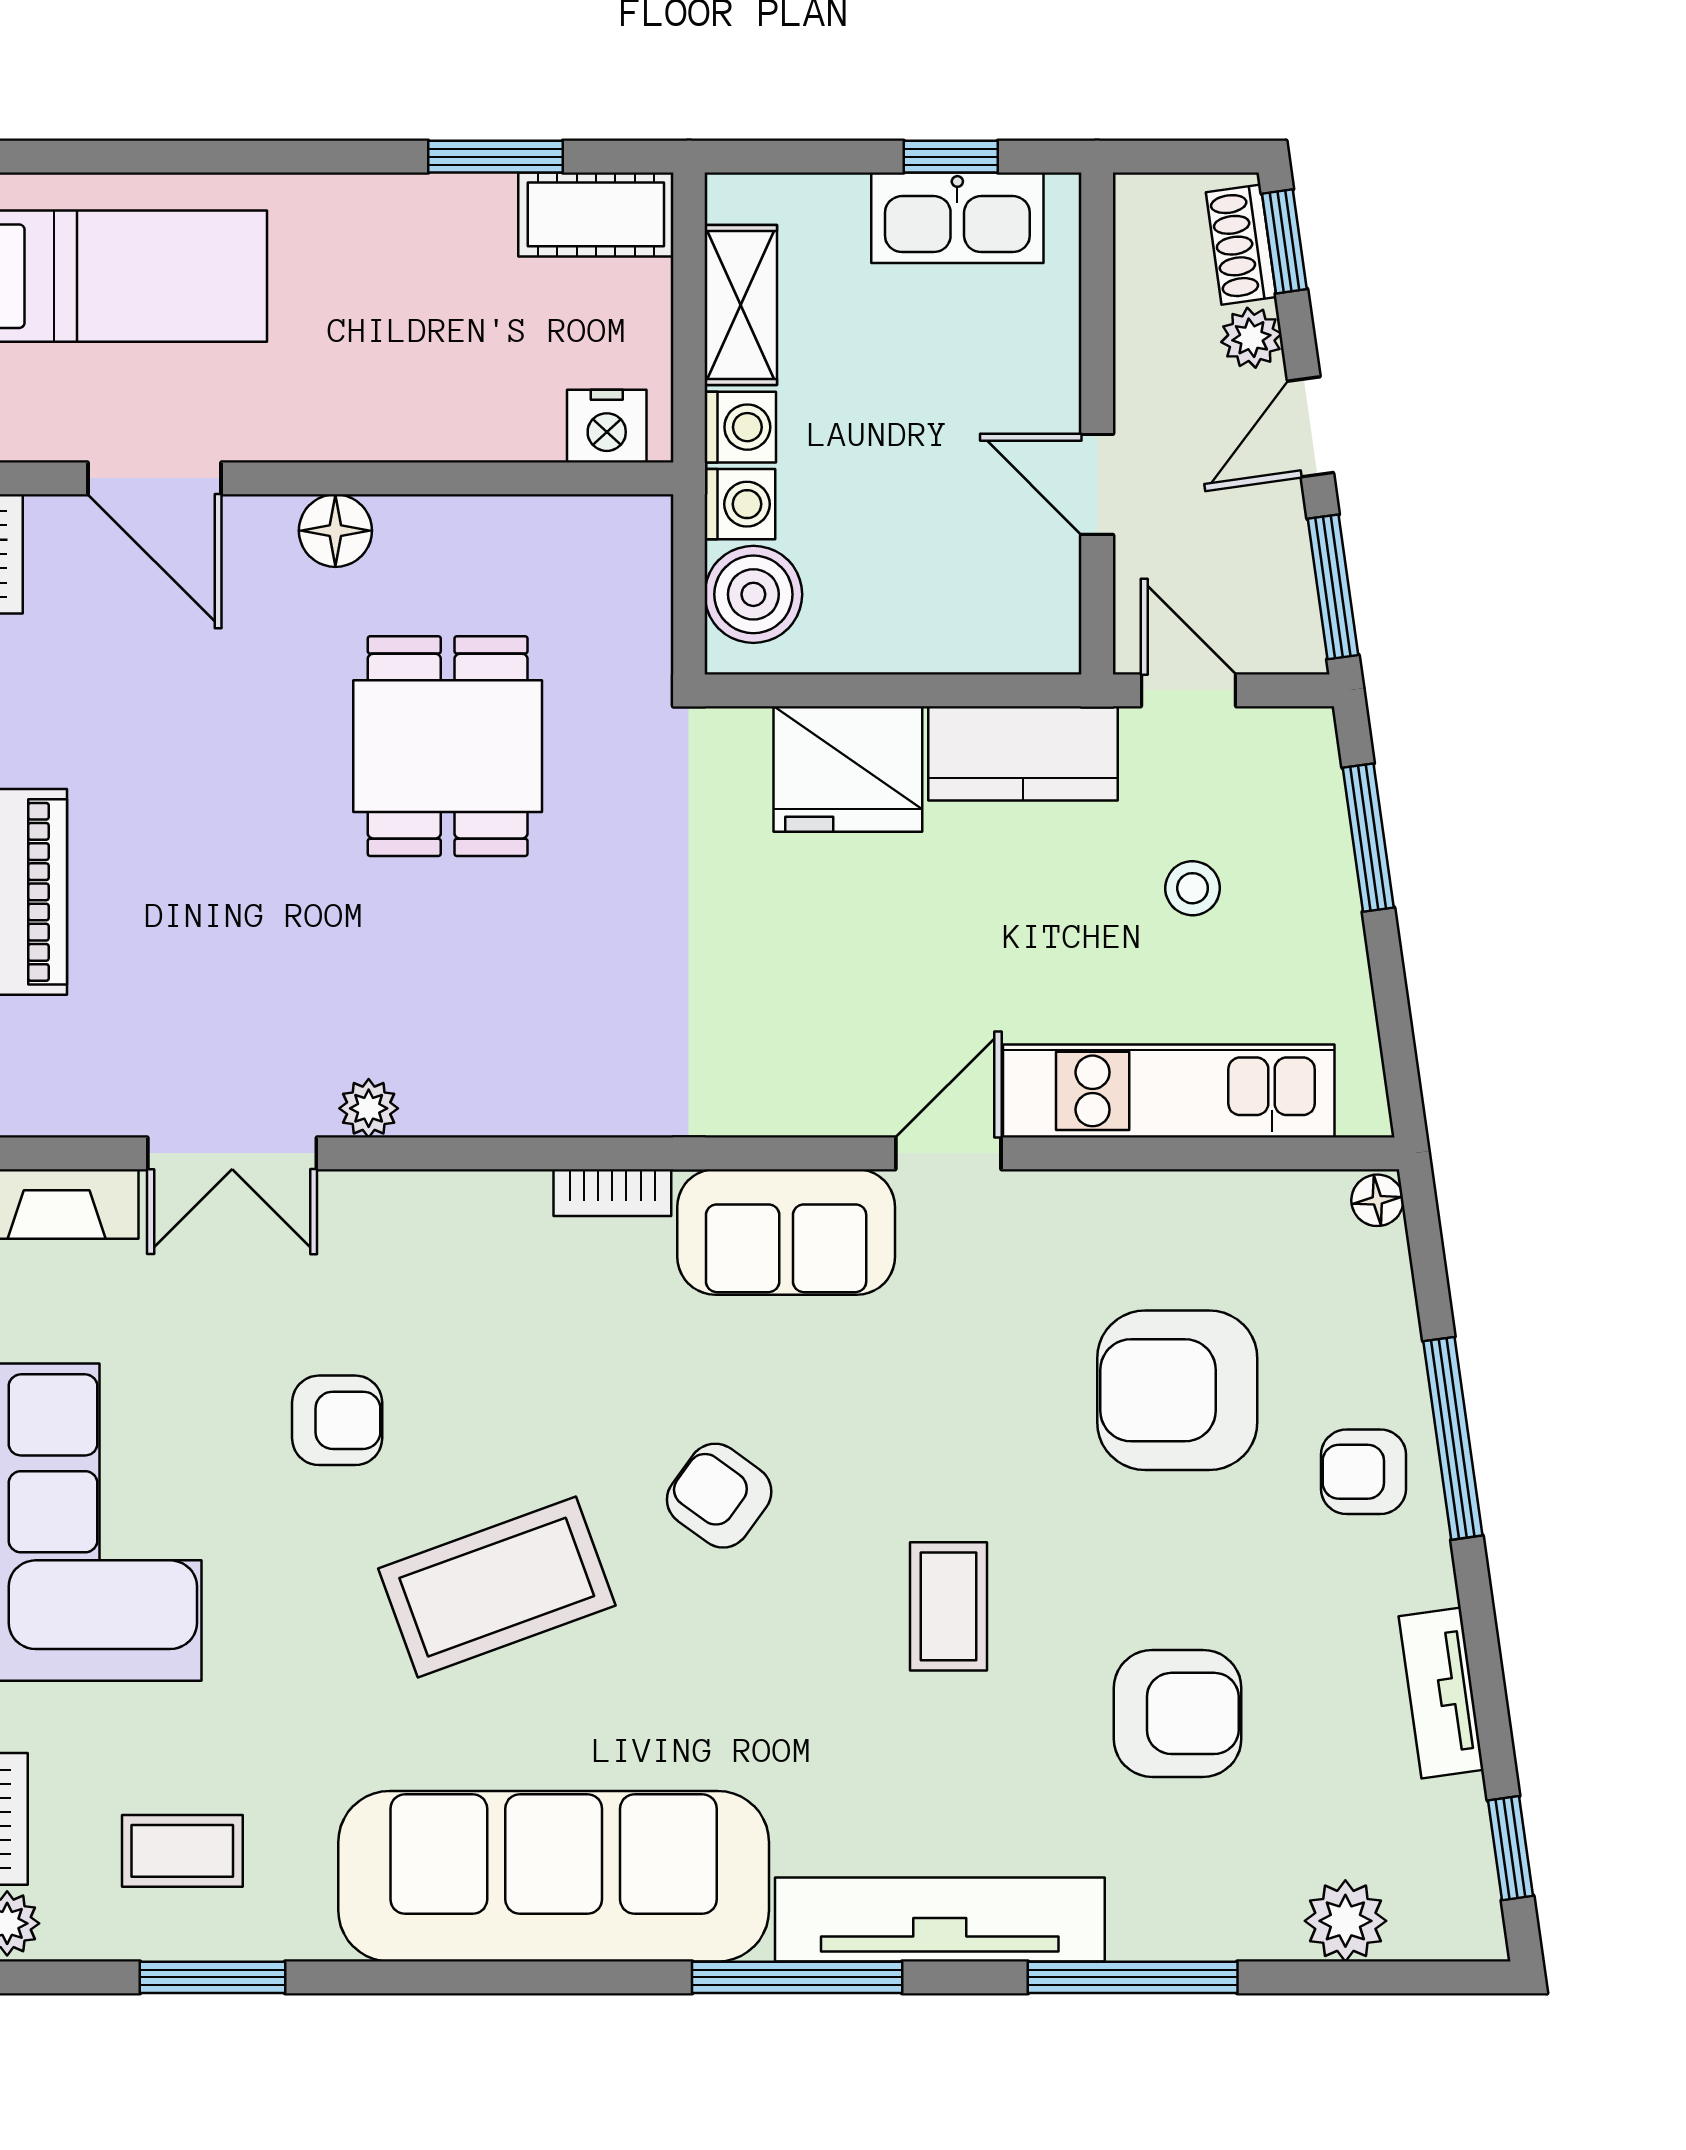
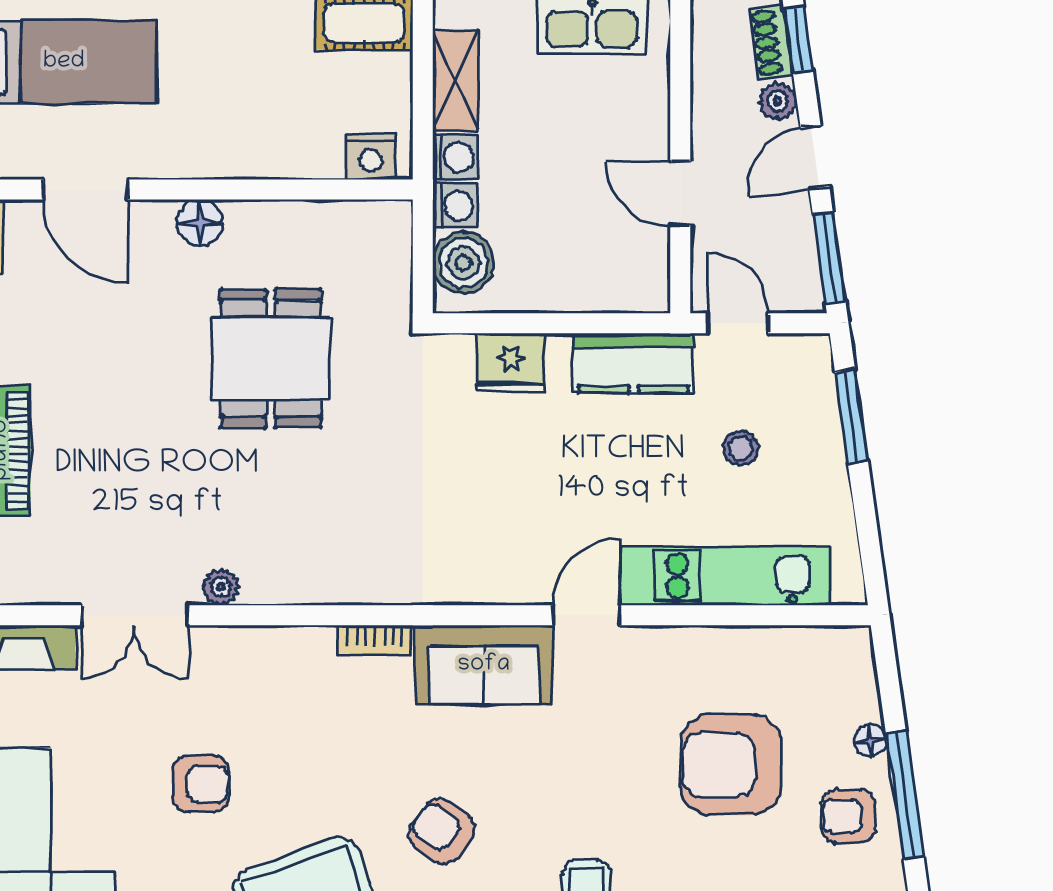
fridge: (848, 769) -> (511, 363), width x0.73, depth x0.75
floor lamp: (1377, 1200) -> (870, 740), moved

